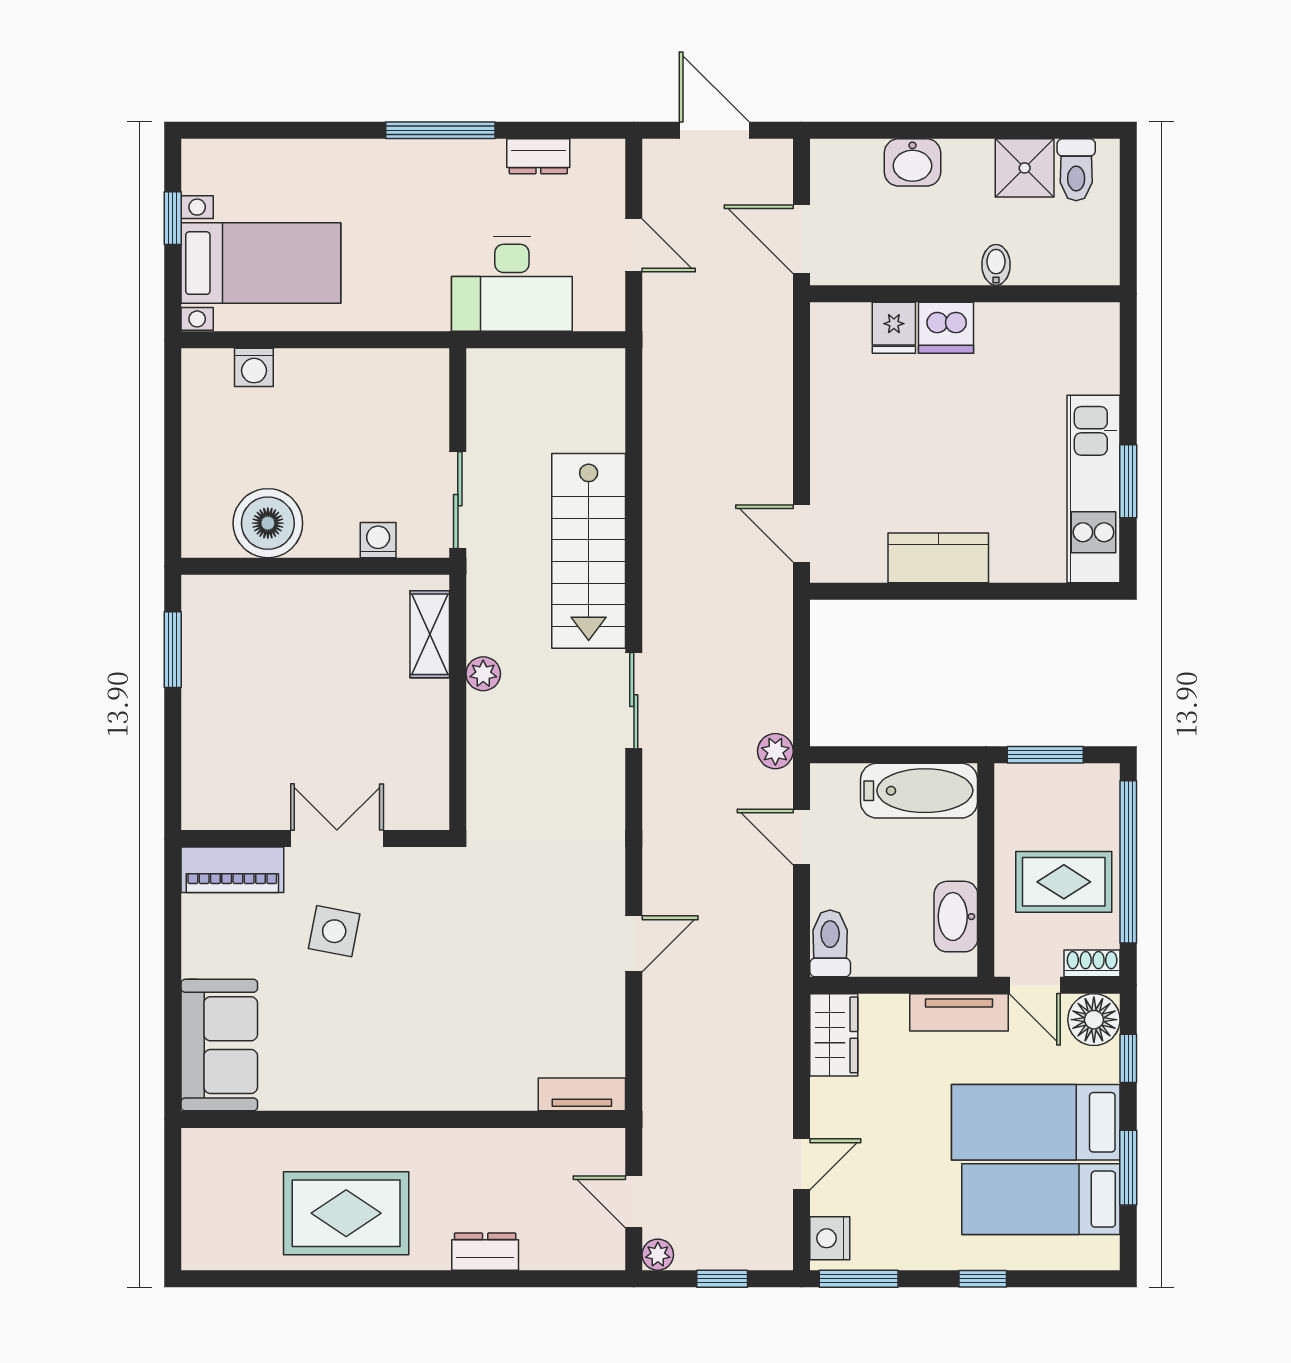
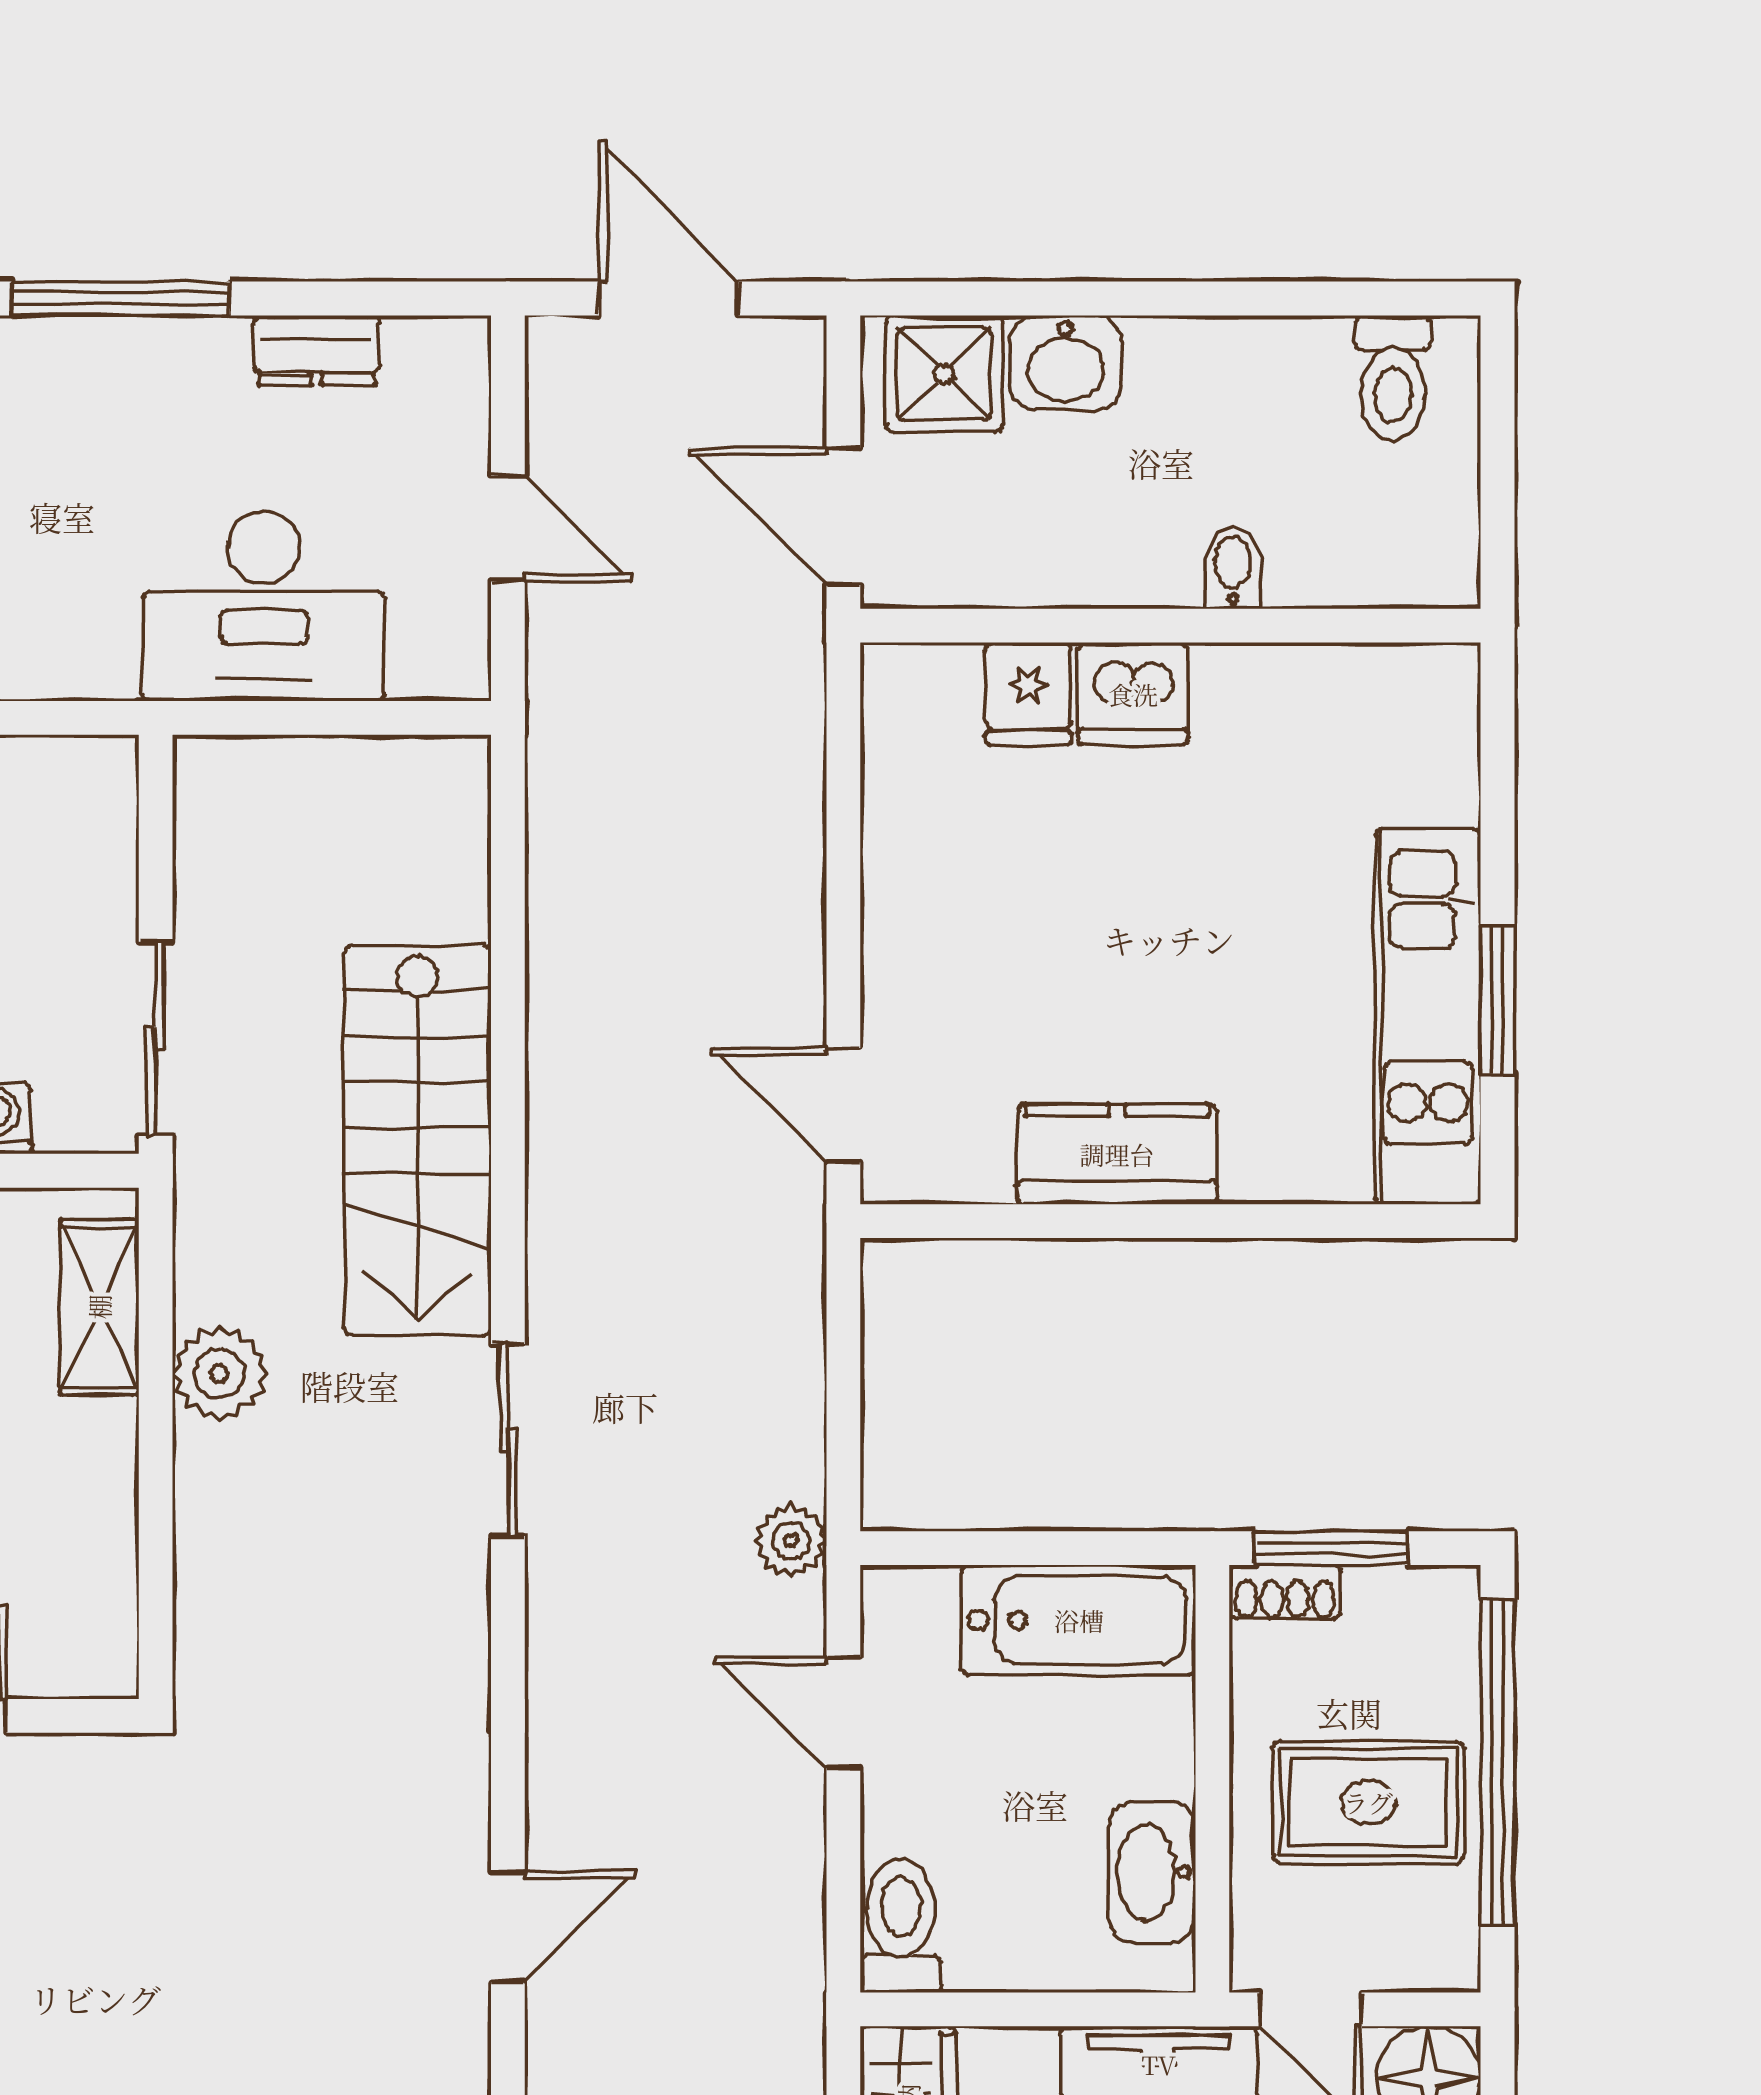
shower: (1025, 168) -> (944, 374), moved
plant: (483, 674) -> (219, 1373), width x1.38, depth x1.38
shoe rack: (1092, 963) -> (1285, 1592), moved, turned 180

